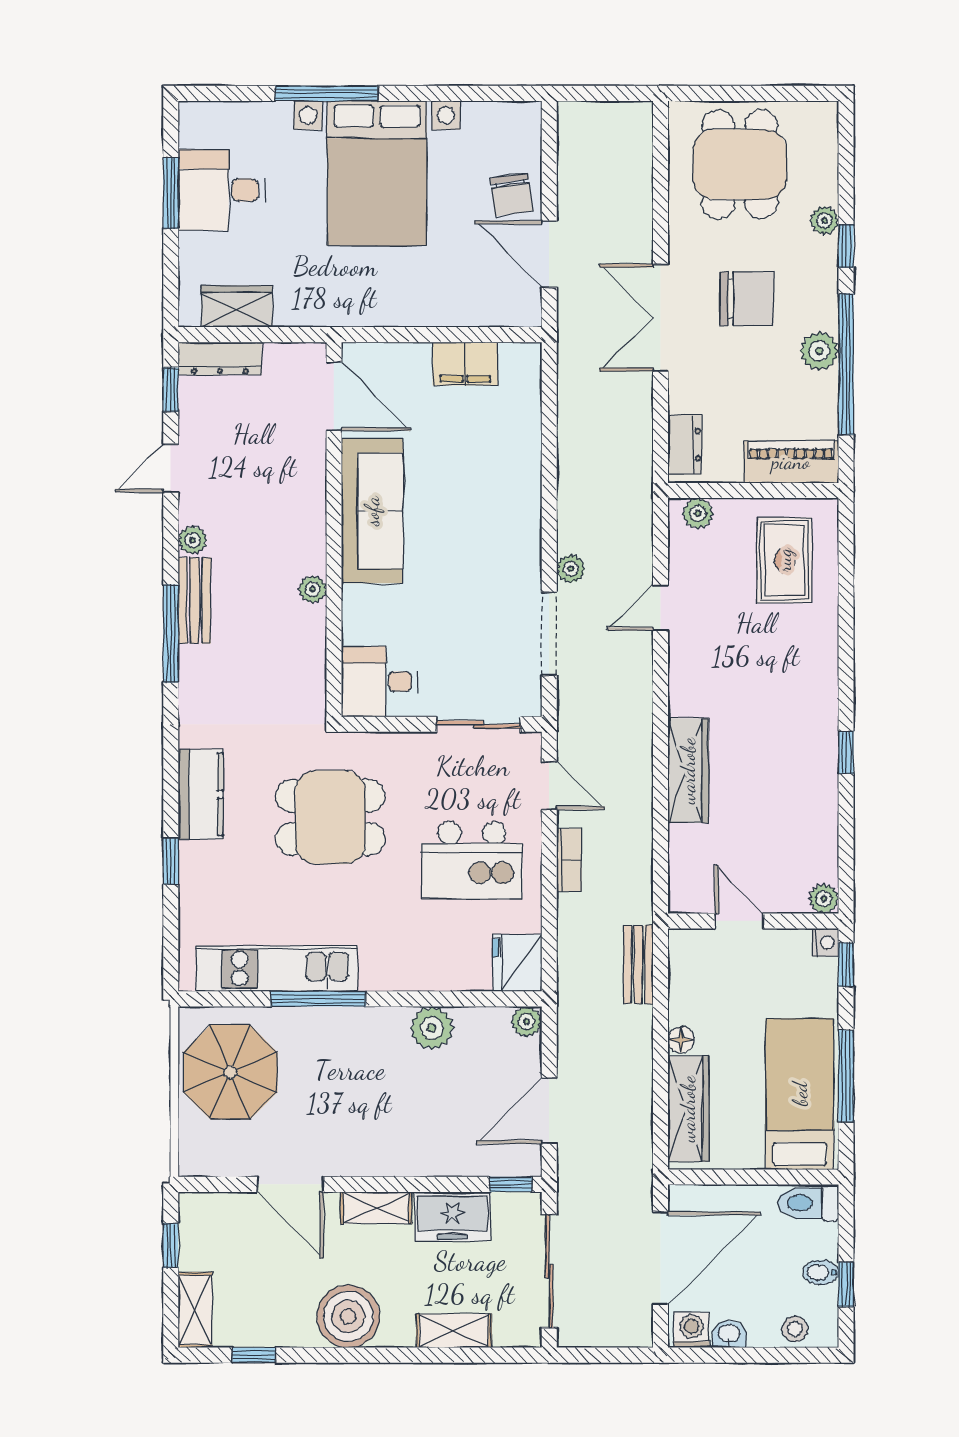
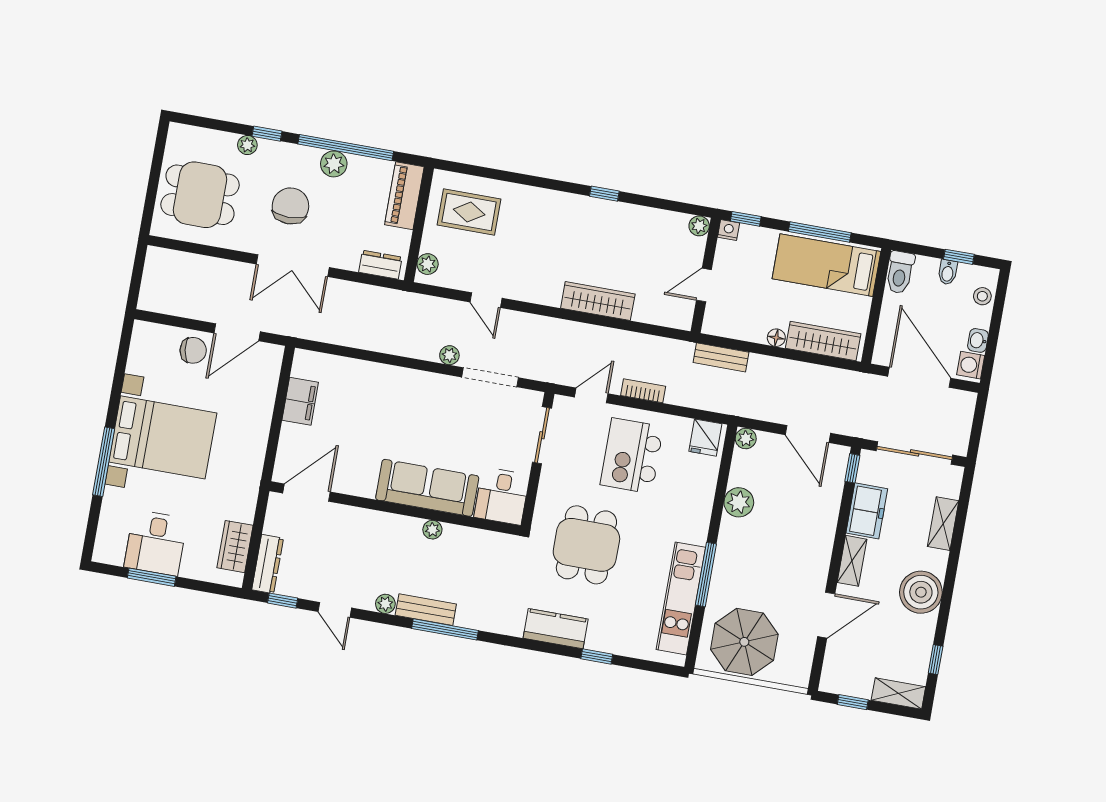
sofa: (372, 511) -> (427, 488), moved
kitchen island: (472, 860) -> (632, 456), turned 180
fridge: (517, 963) -> (705, 438), width x0.72

